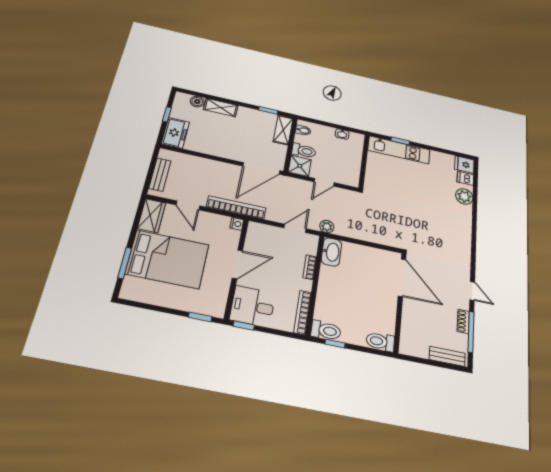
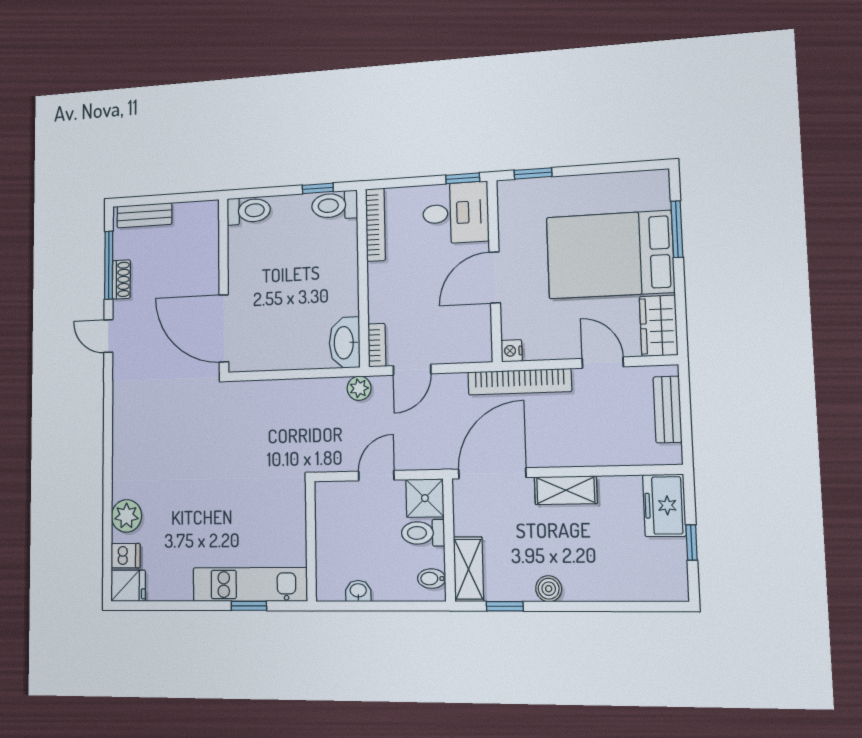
boiler: (197, 102) -> (549, 589), moved
shelving: (221, 107) -> (566, 490), moved
bookcase: (310, 267) -> (377, 345), moved

